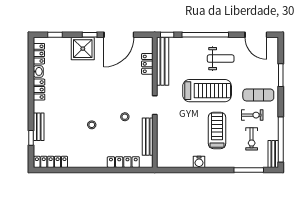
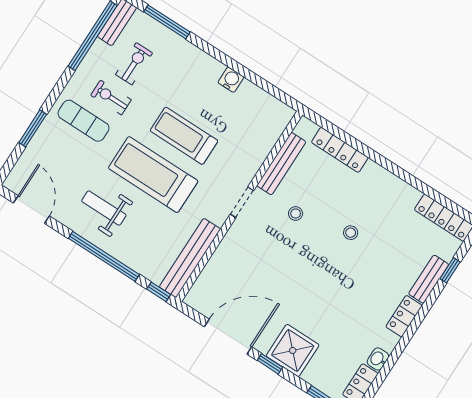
locker: (147, 64) -> (214, 269), removed
locker: (39, 90) -> (404, 316), moved
treadmill: (217, 130) -> (184, 136), moved, turned 90

